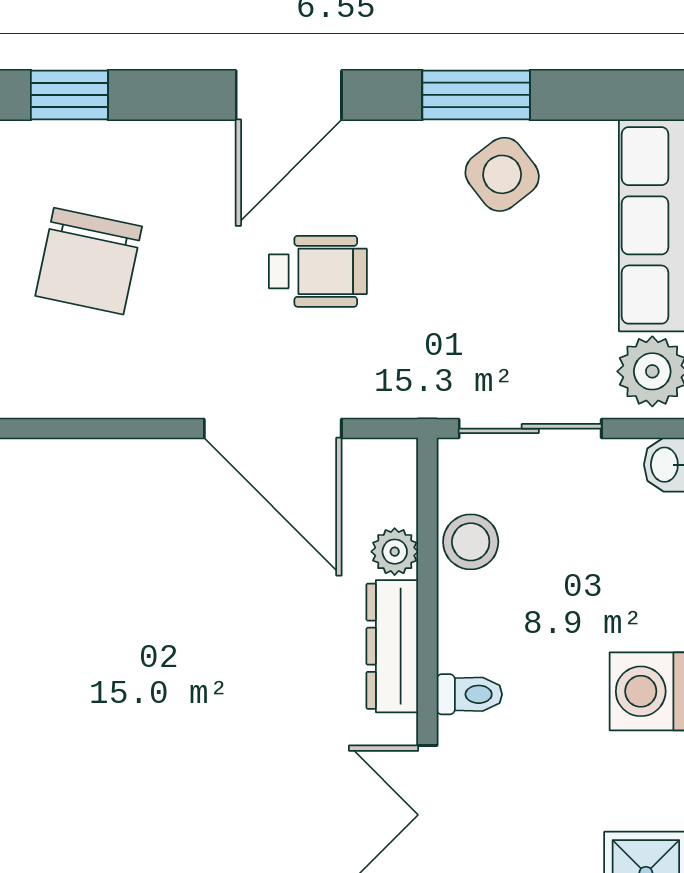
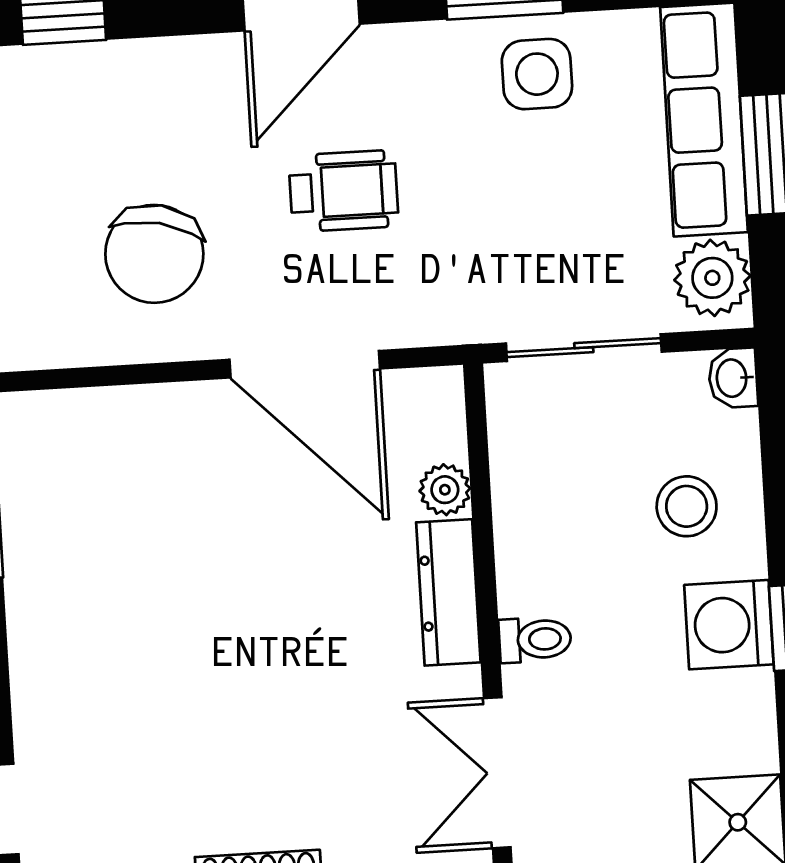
side table: (502, 174) -> (537, 74), turned 38
chair: (89, 261) -> (154, 254), moved
stool: (471, 542) -> (687, 506), moved

